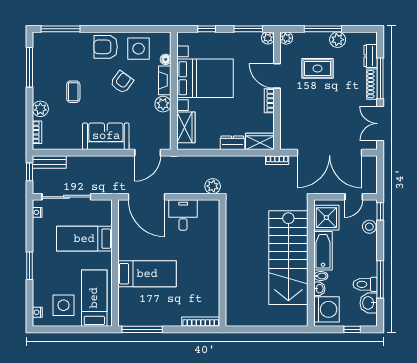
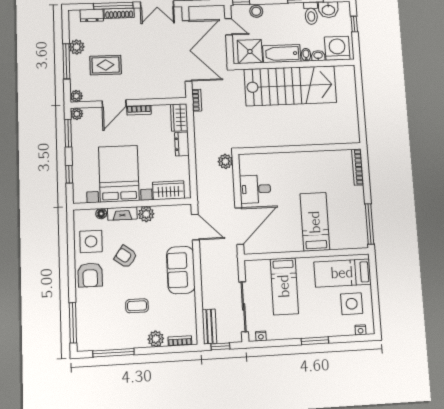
rug: (318, 68) -> (106, 65), turned 90

